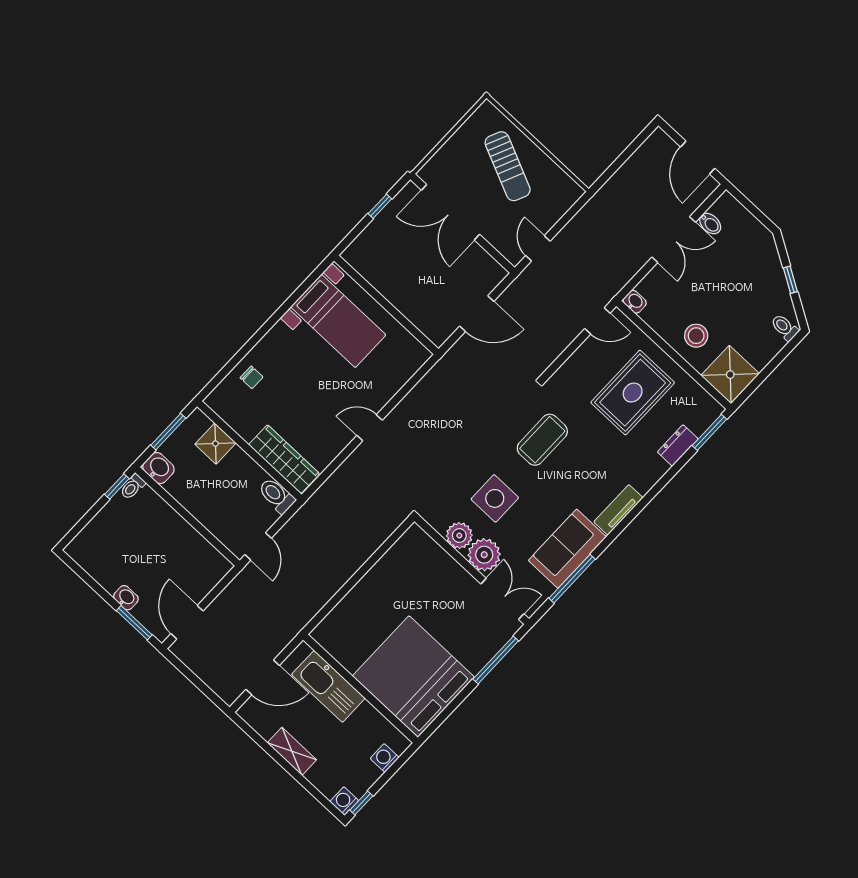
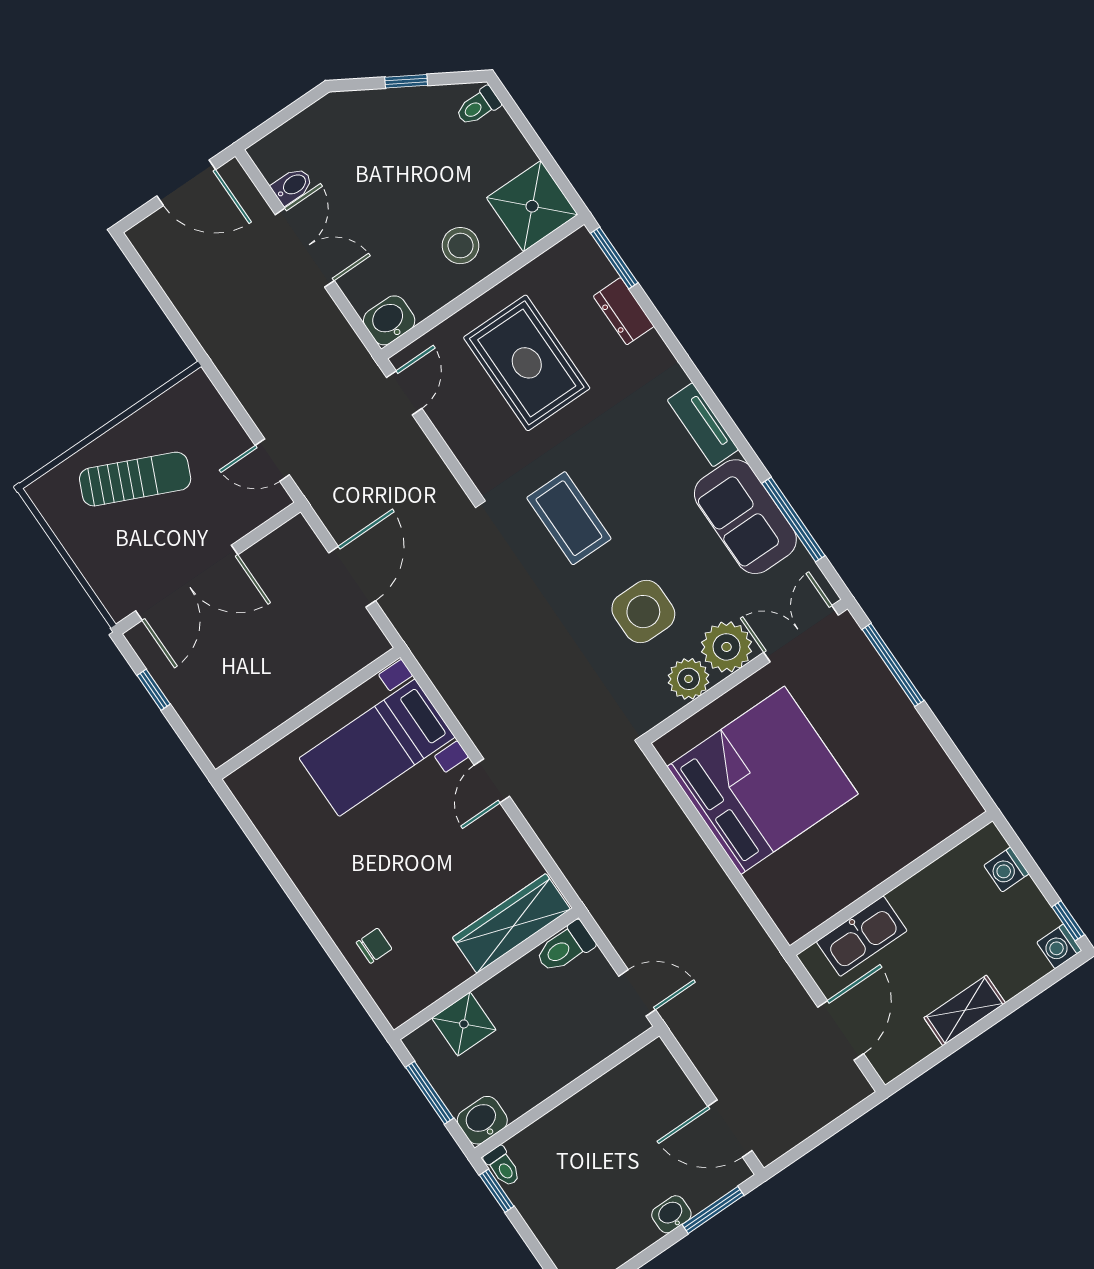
washbasin: (635, 302) -> (389, 320), width x1.38, depth x1.45
bed with nightstands: (338, 321) -> (377, 748), moved, turned 180
bed: (413, 677) -> (763, 780), moved, turned 180
kitchen sink: (328, 686) -> (862, 936), width x0.73, depth x0.81

